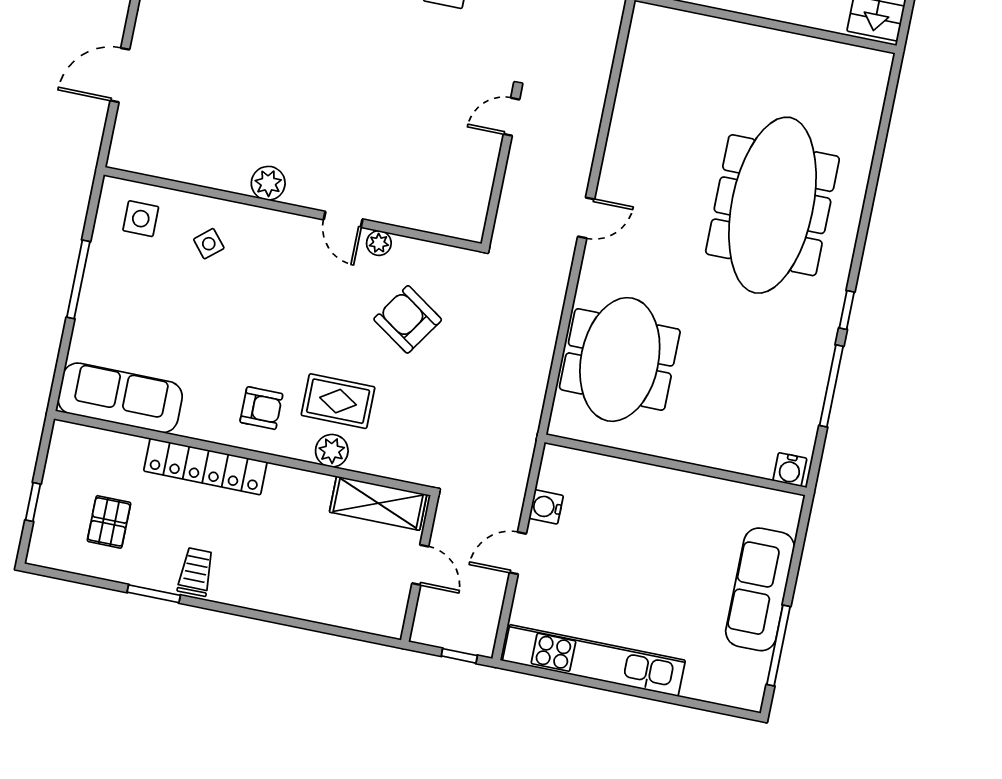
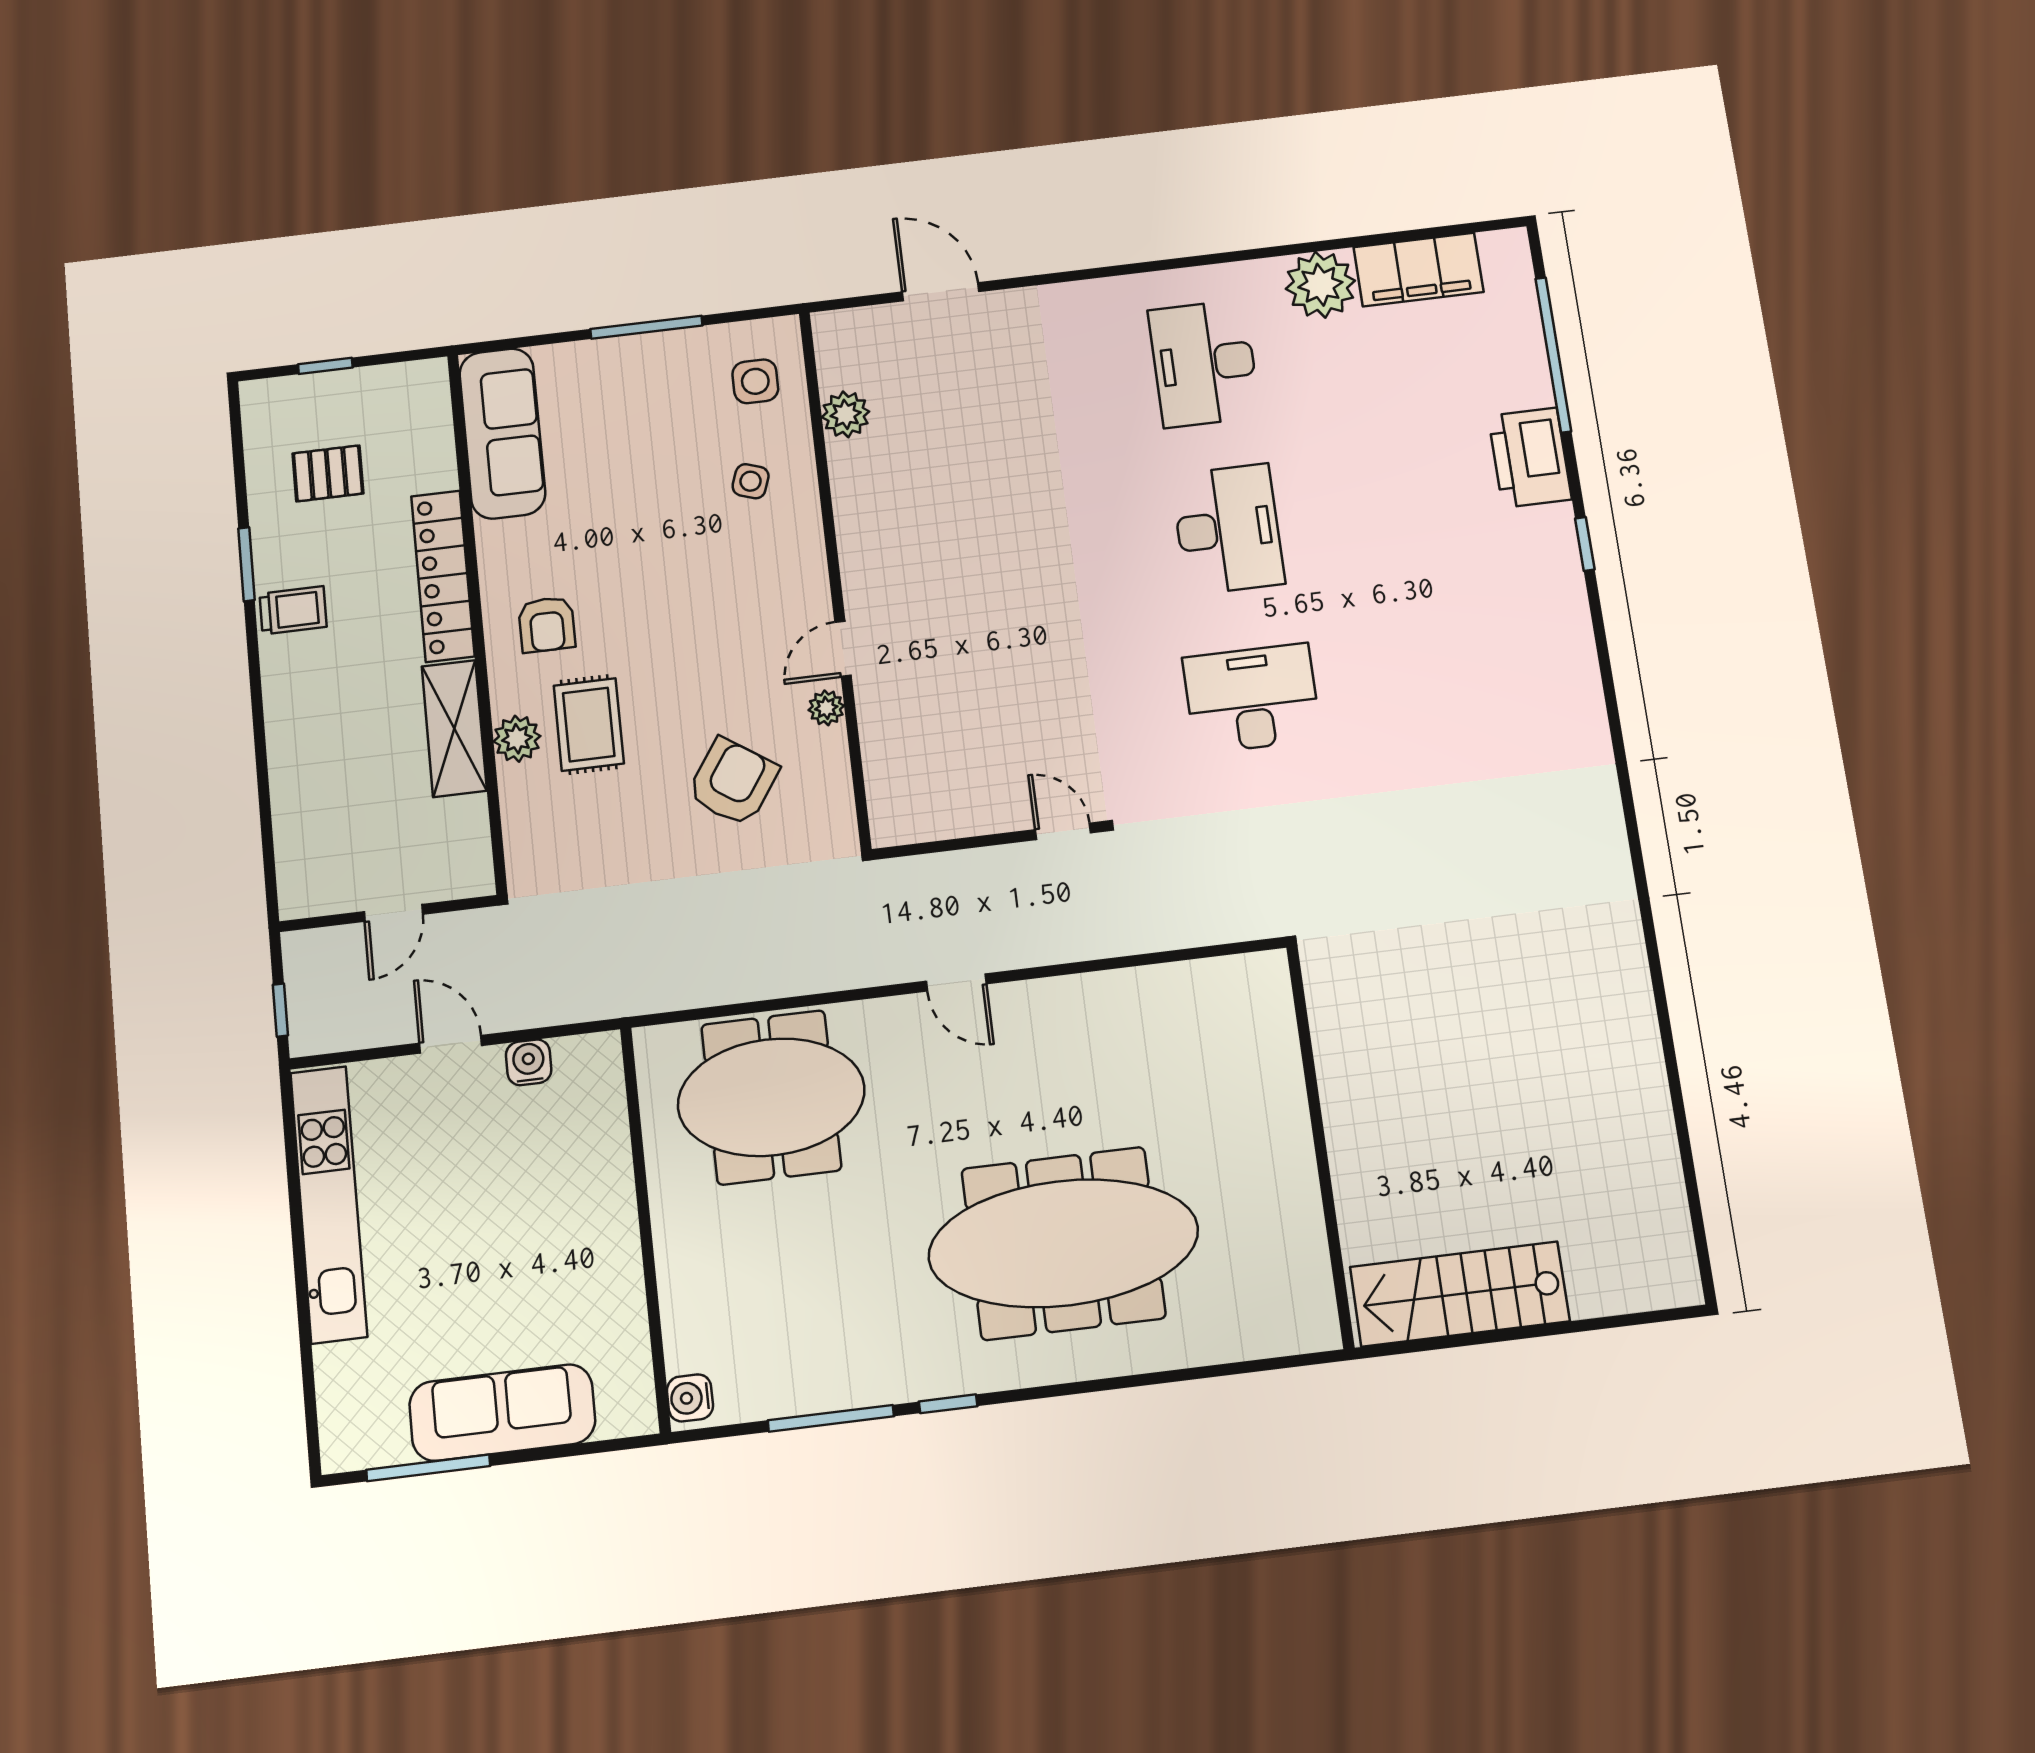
plant: (268, 183) -> (846, 414), moved
side table: (209, 244) -> (751, 481), turned -31
shelving: (378, 503) -> (454, 728), moved

